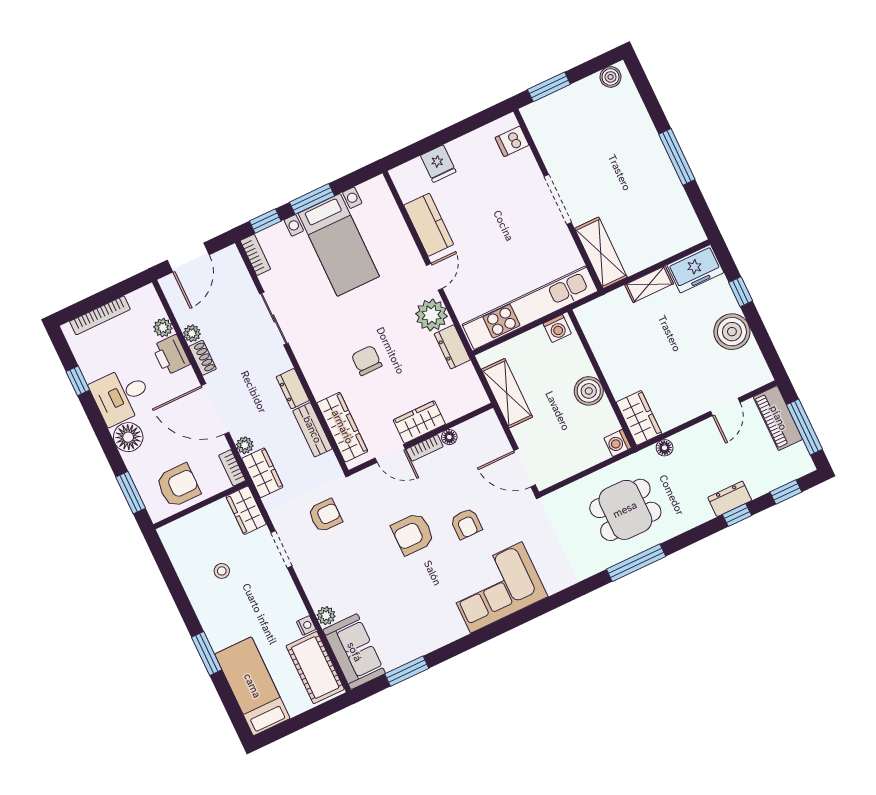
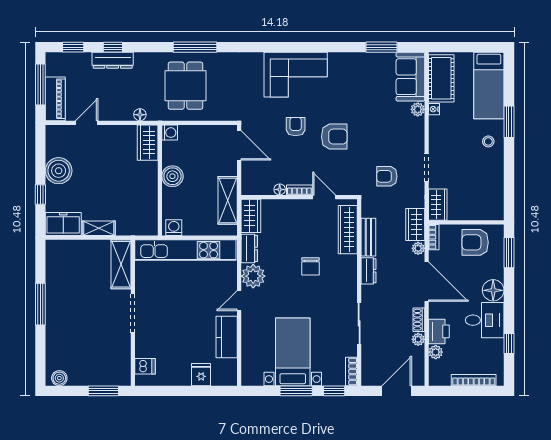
wardrobe: (419, 422) -> (251, 216), moved, turned -90
dresser: (730, 499) -> (113, 60), width x1.44
dining table: (625, 510) -> (185, 86), turned 90
stool: (222, 571) -> (488, 141), moved

